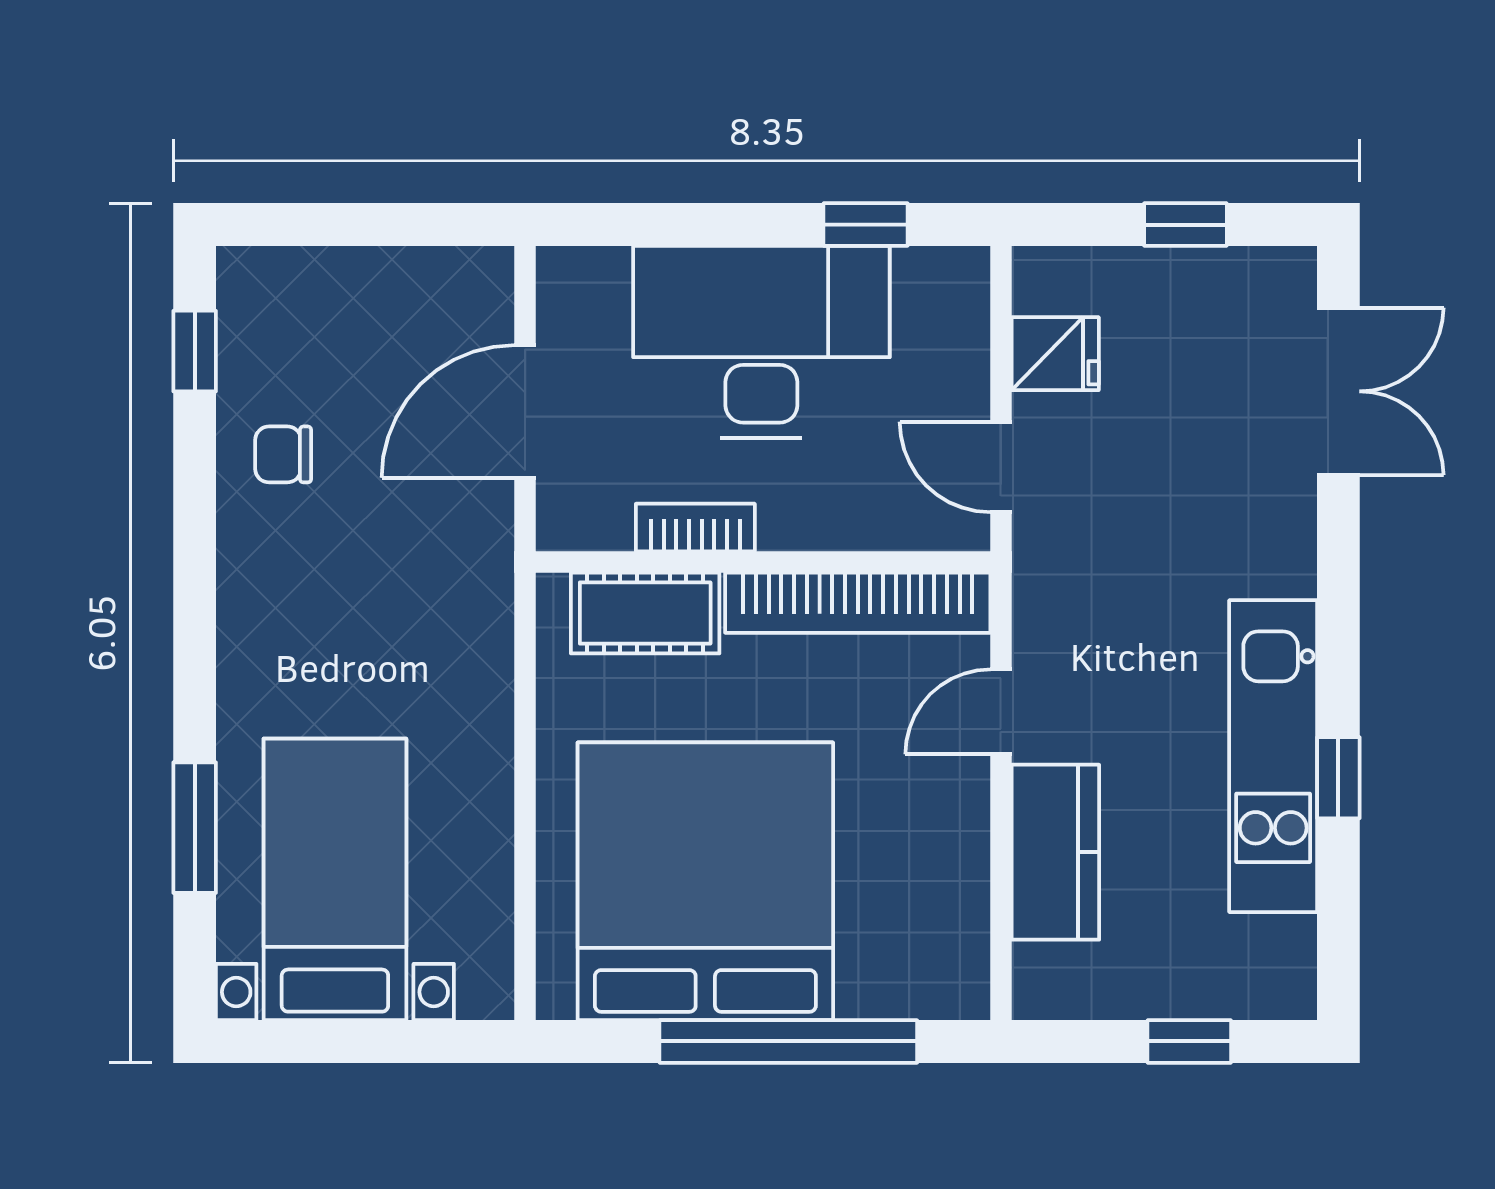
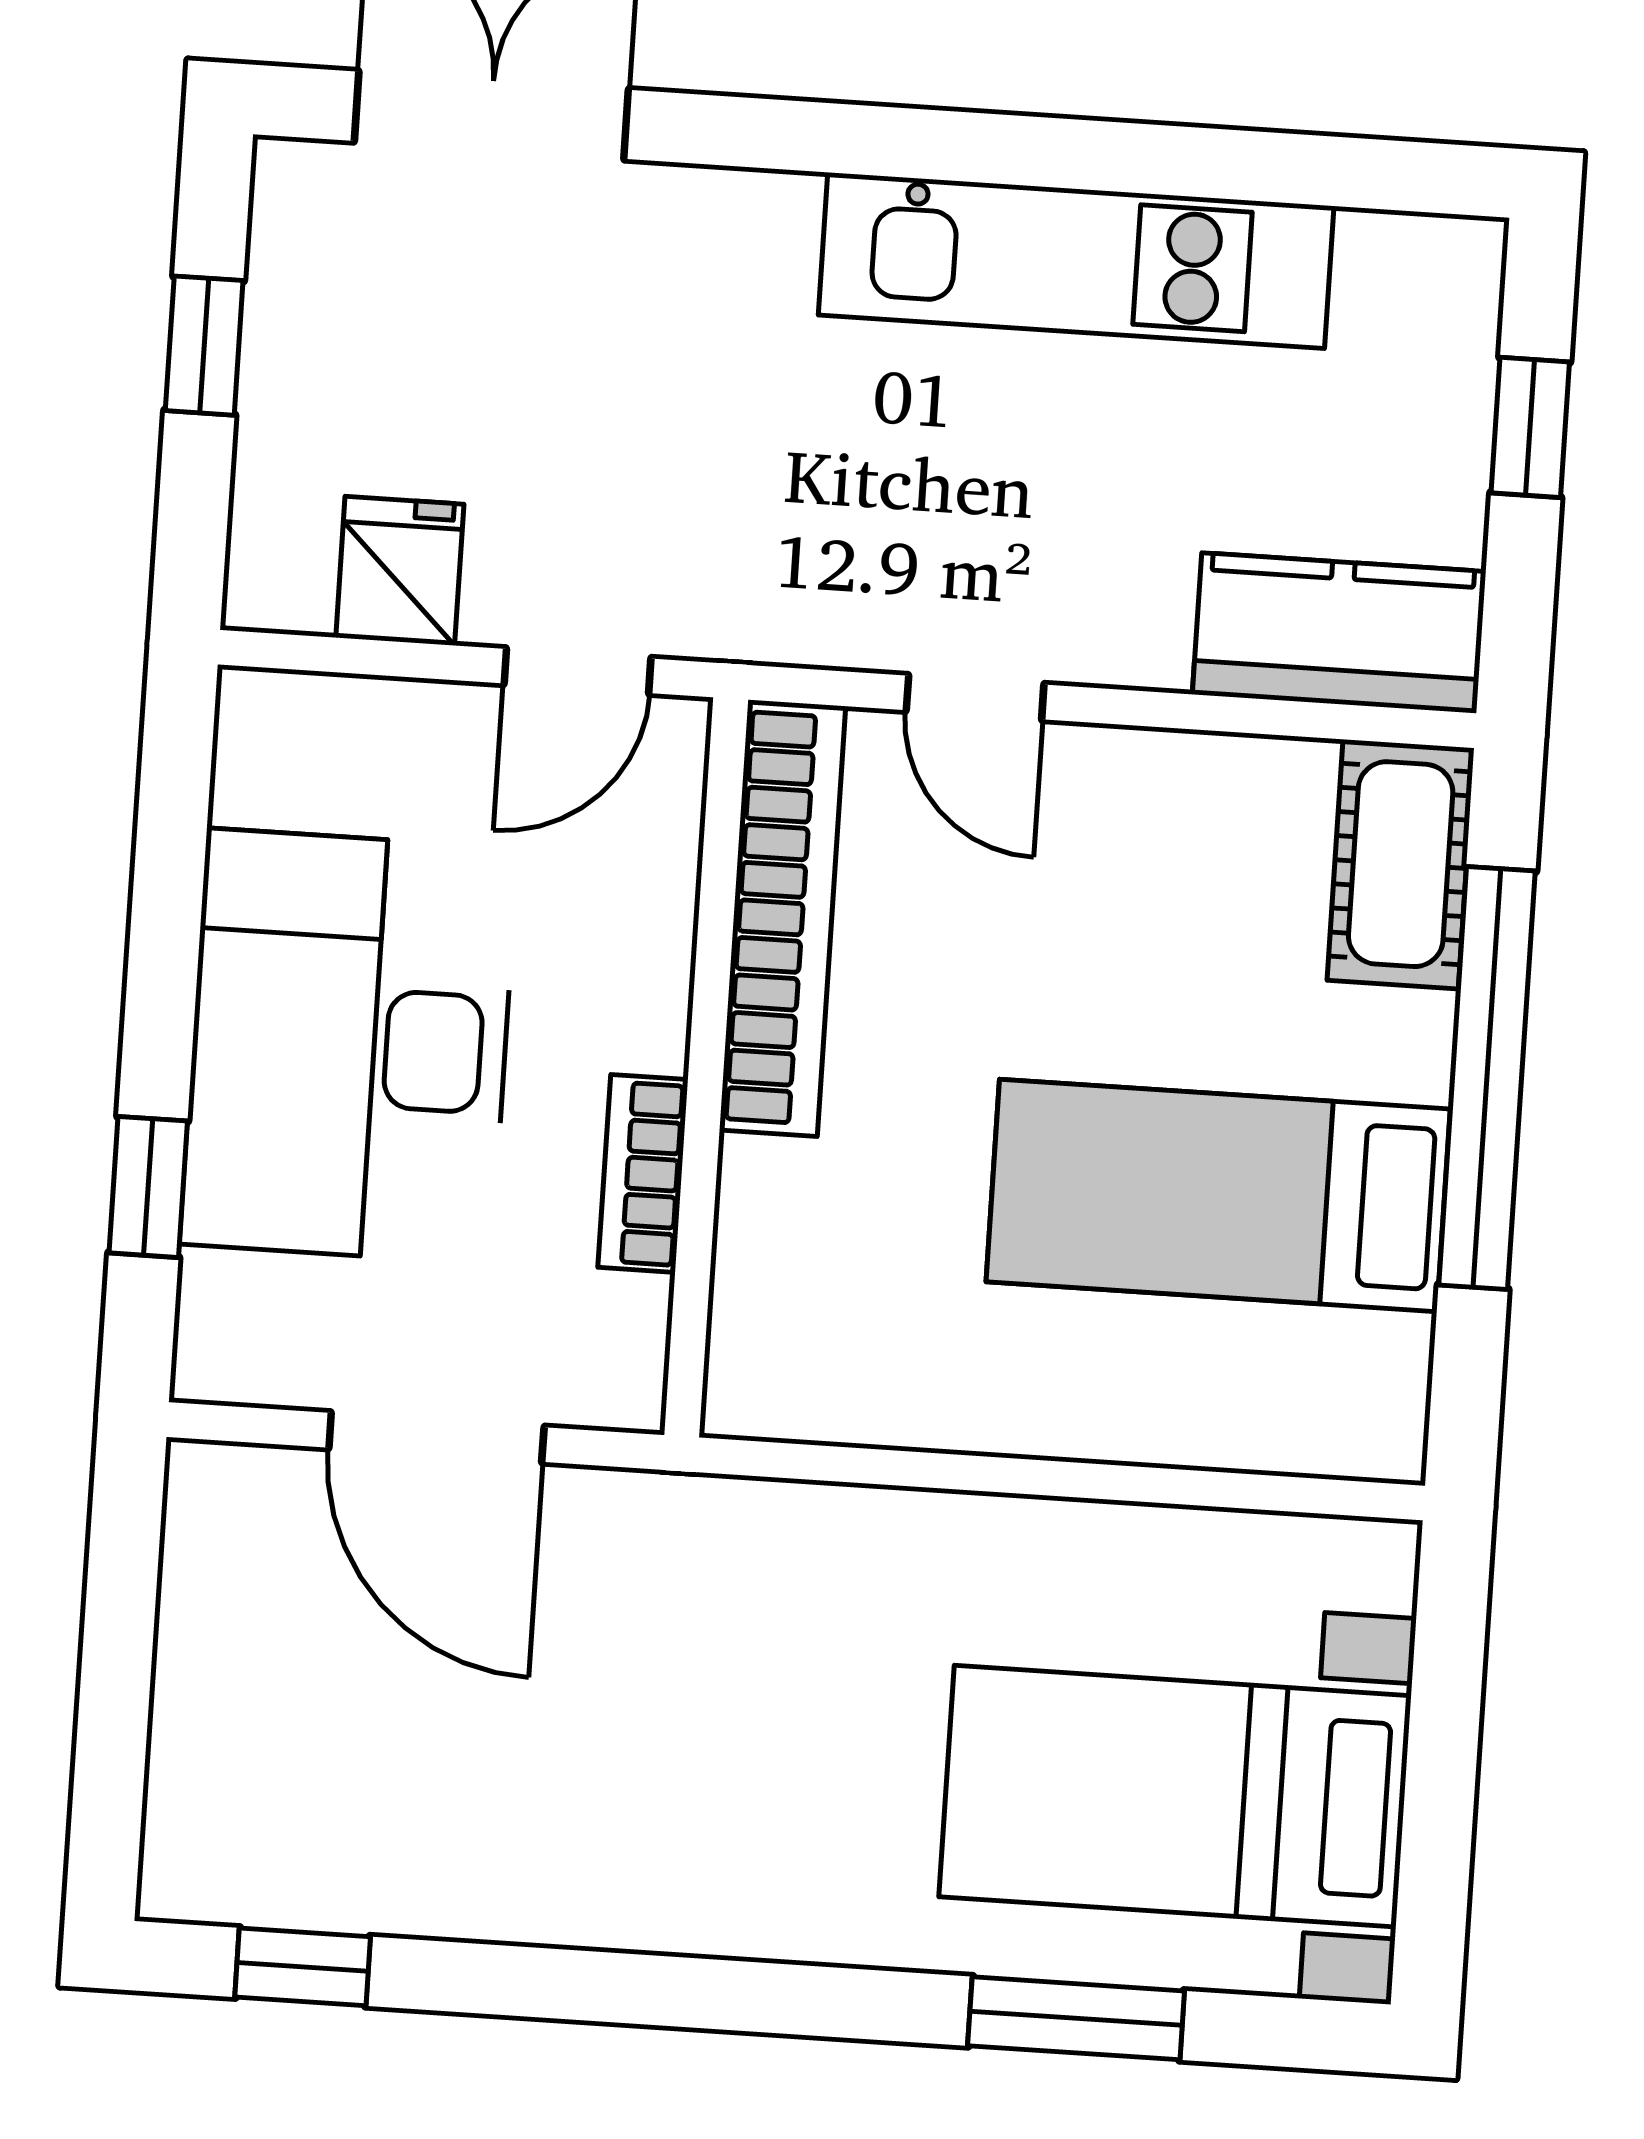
window: (866, 225) -> (148, 1187), moved
chair: (283, 454) -> (480, 1834), removed
cot: (645, 613) -> (1401, 864), moved
window: (1338, 778) -> (1118, 157), removed
kitchen counter: (1055, 852) -> (1339, 633), moved
bed: (705, 881) -> (1218, 1195), width x0.49

